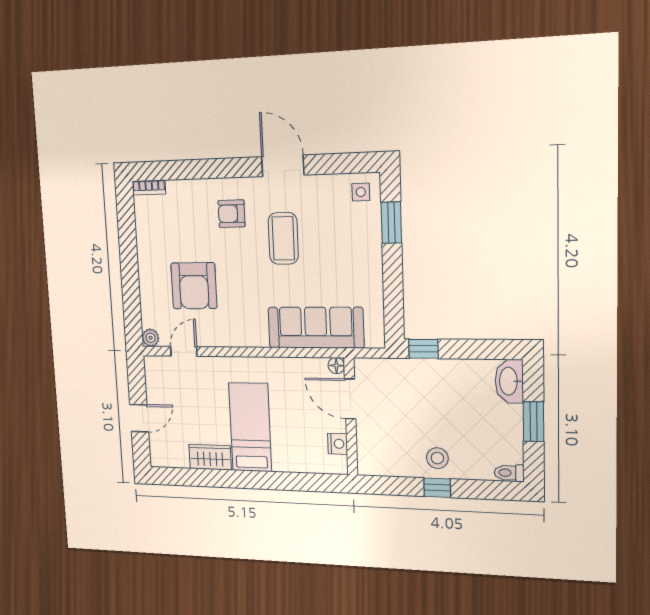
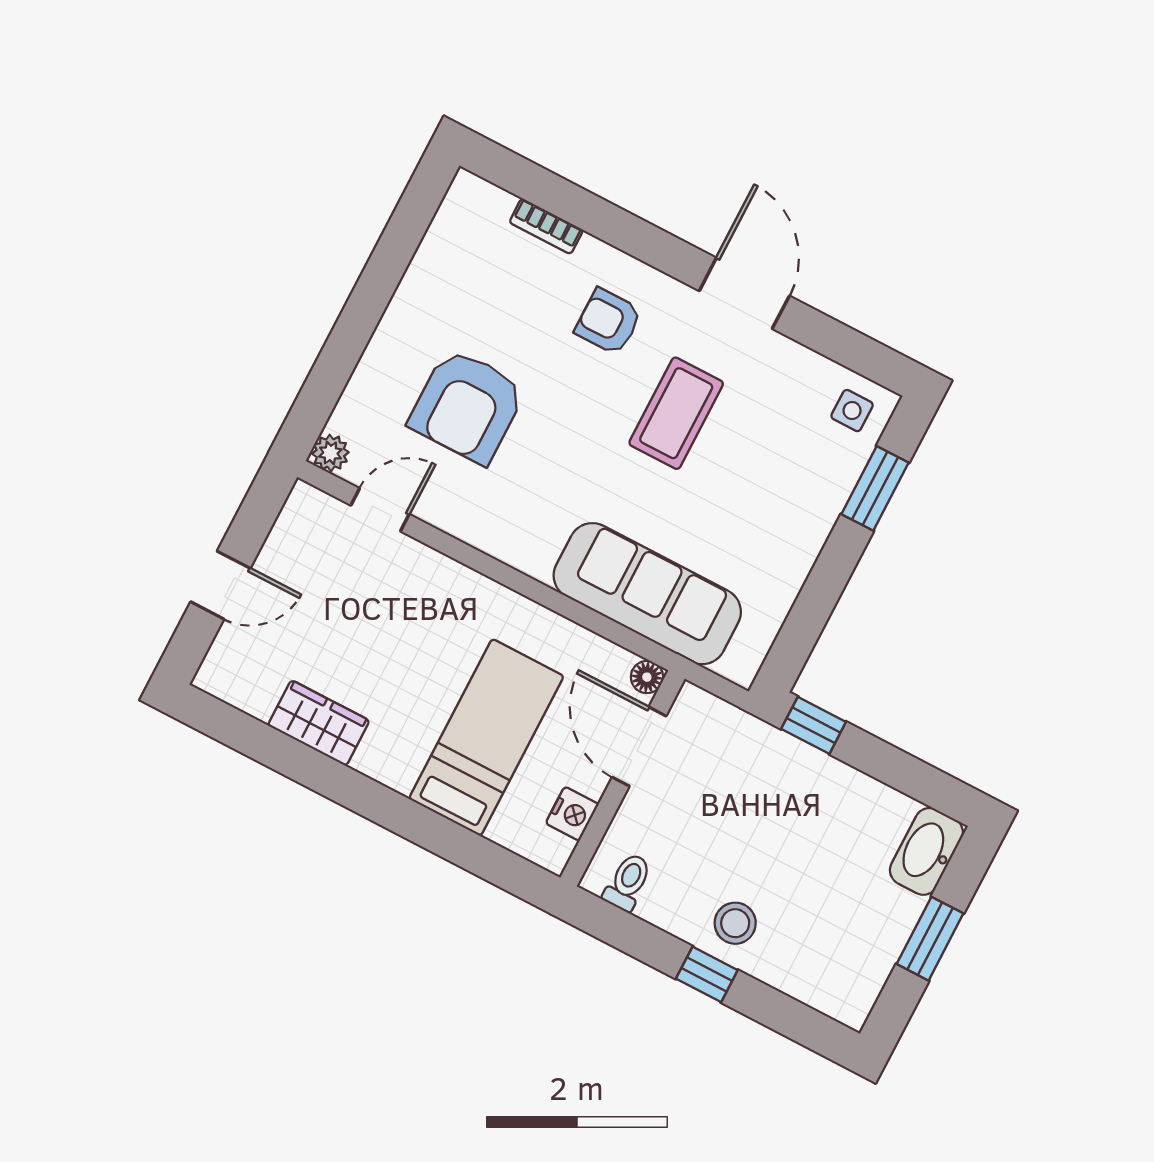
bookcase: (149, 188) -> (546, 226), moved
bed: (250, 427) -> (486, 737), moved
toilet: (509, 473) -> (628, 882), moved, turned 90

